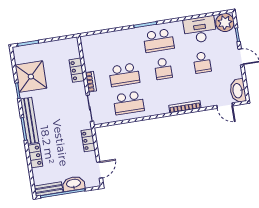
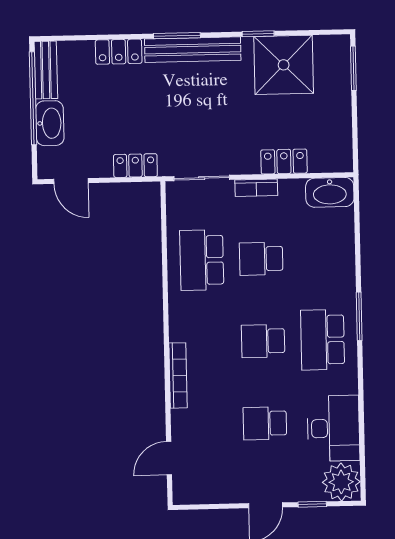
school desk: (124, 75) -> (261, 259), width x0.54
washbasin: (238, 91) -> (330, 192), moved, turned 180

